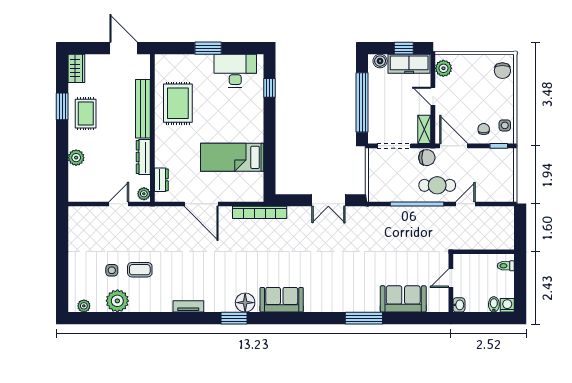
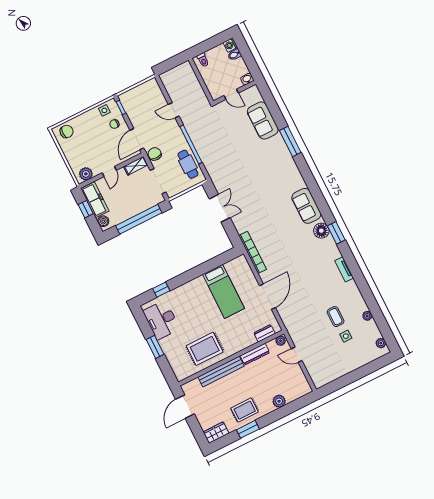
cafe table: (437, 185) -> (188, 164), moved
plant: (117, 301) -> (367, 316), width x0.53, depth x0.53

